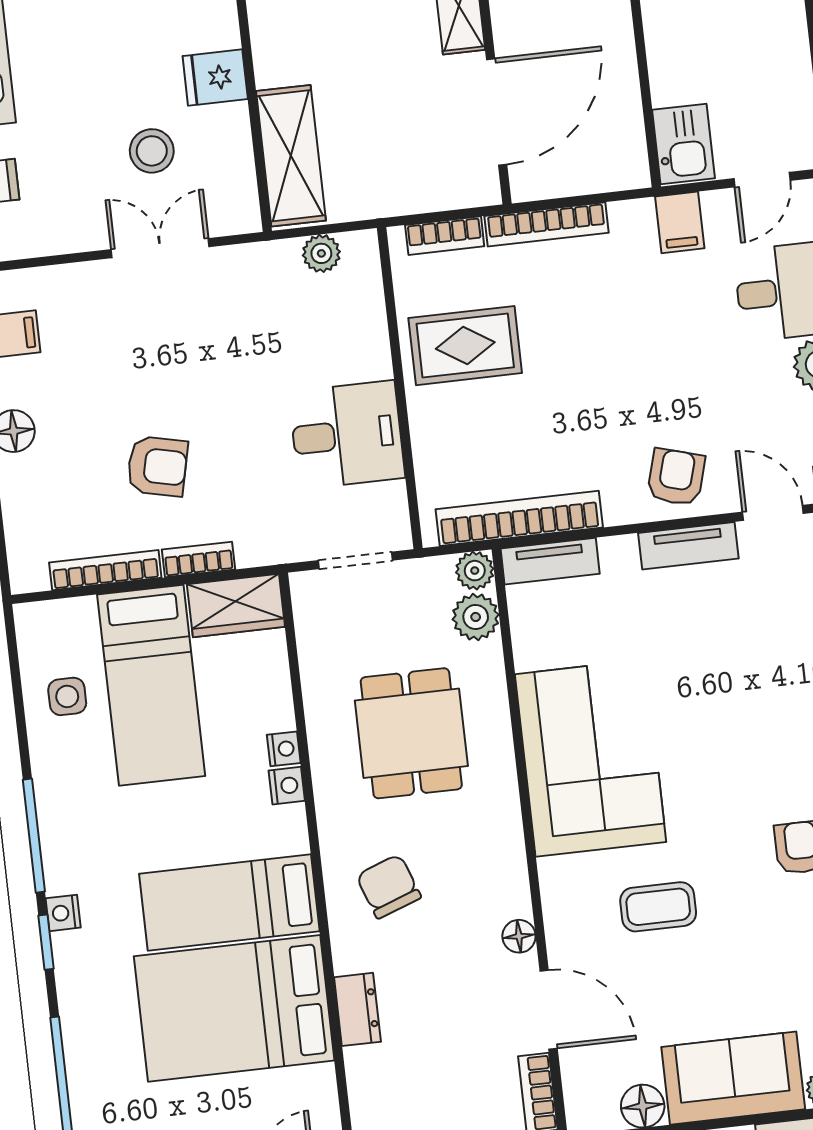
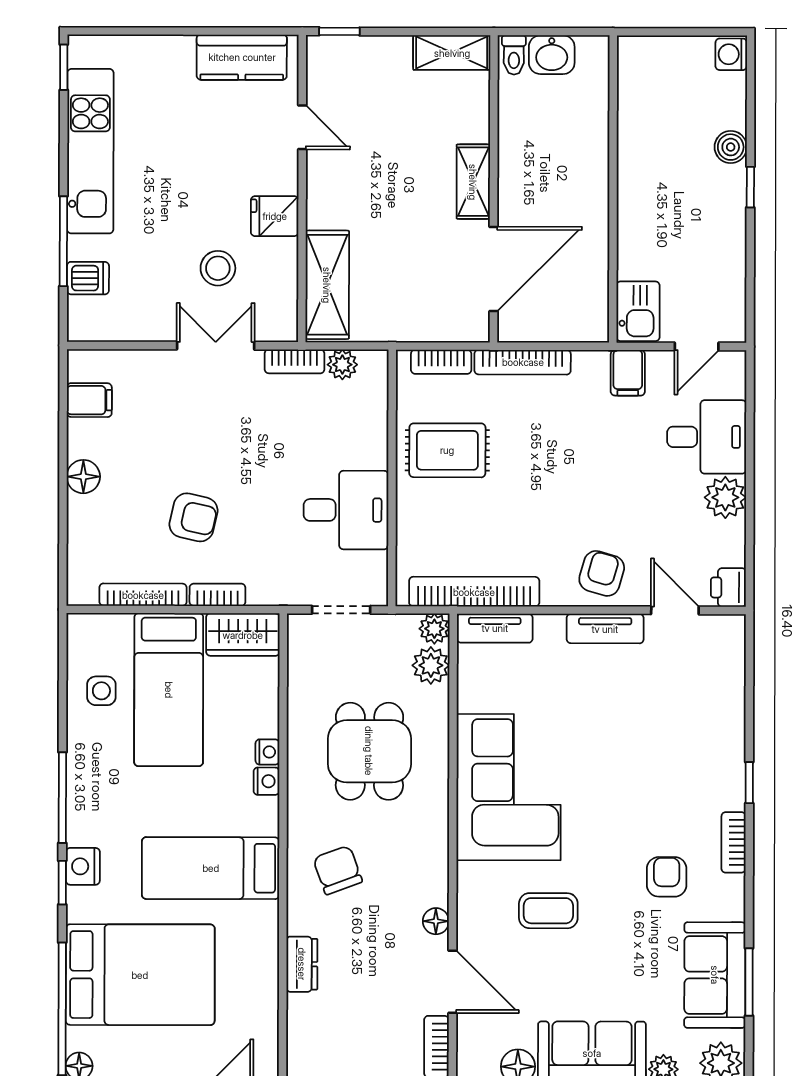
bookcase: (261, 256) -> (295, 361), added
nightstand: (63, 913) -> (83, 866), width x1.39, depth x1.35
bed: (234, 1008) -> (140, 975), moved, turned 180

